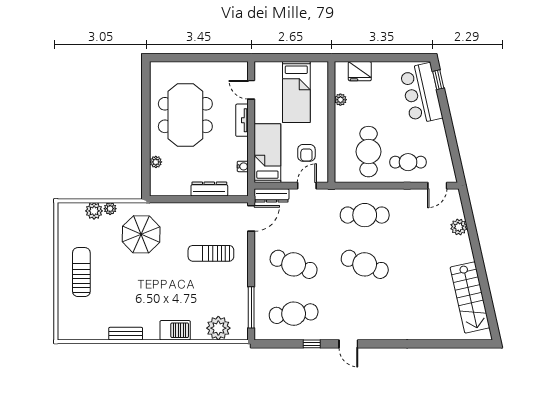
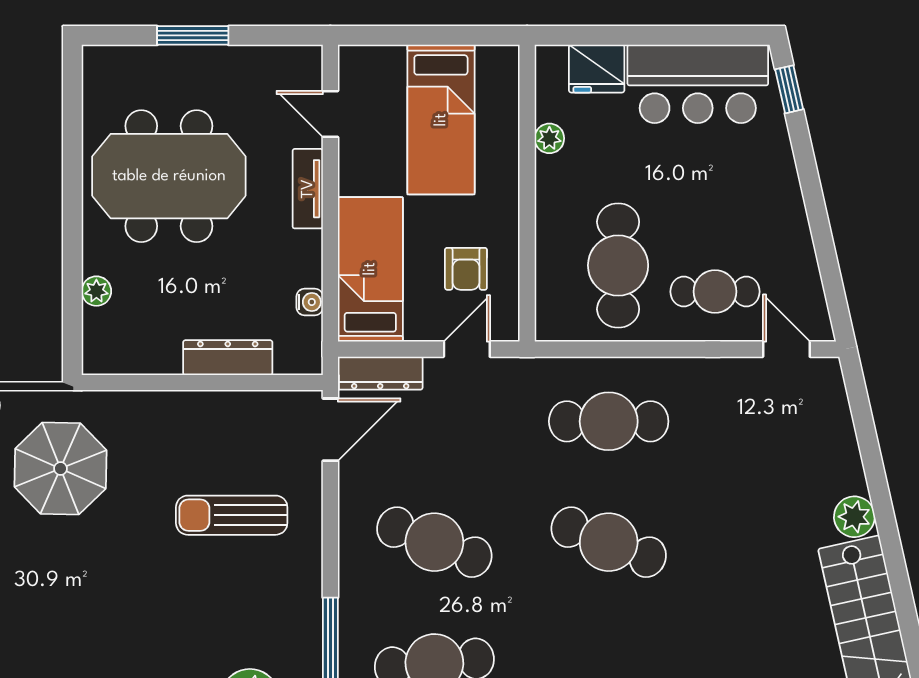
window: (195, 58) -> (193, 35), added
bar counter: (421, 94) -> (698, 84), moved, turned -77
meeting table: (185, 115) -> (169, 176), turned 90
door: (437, 186) -> (786, 349), swing flipped
plant: (459, 227) -> (854, 517), moved

